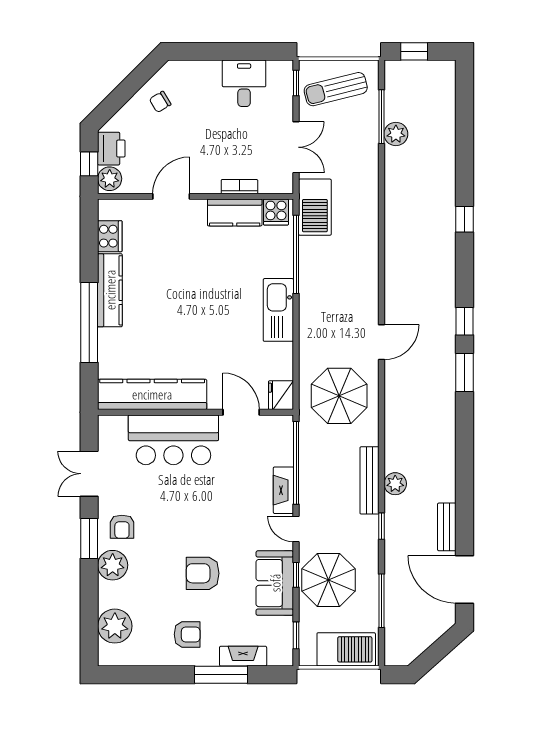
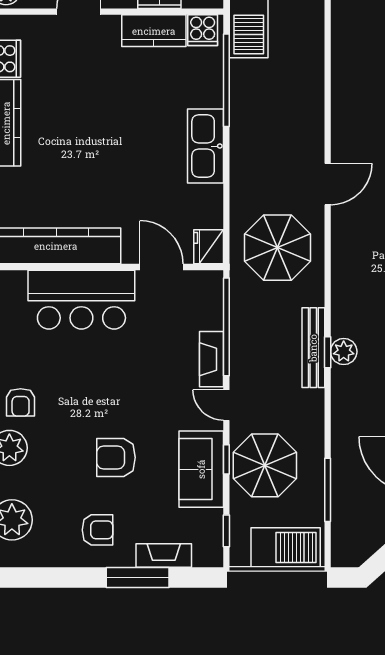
window: (382, 526) -> (328, 352), moved

